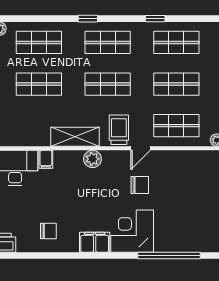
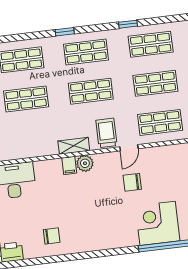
shelving: (75, 137) -> (74, 146), width x0.67, depth x0.75
filing cabinet: (46, 159) -> (69, 165), moved
chair: (140, 185) -> (132, 182), turned 180
corner desk: (132, 231) -> (158, 223), moved
filing cabinet: (95, 242) -> (96, 241), removed

